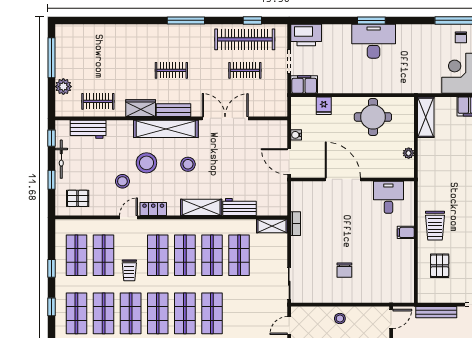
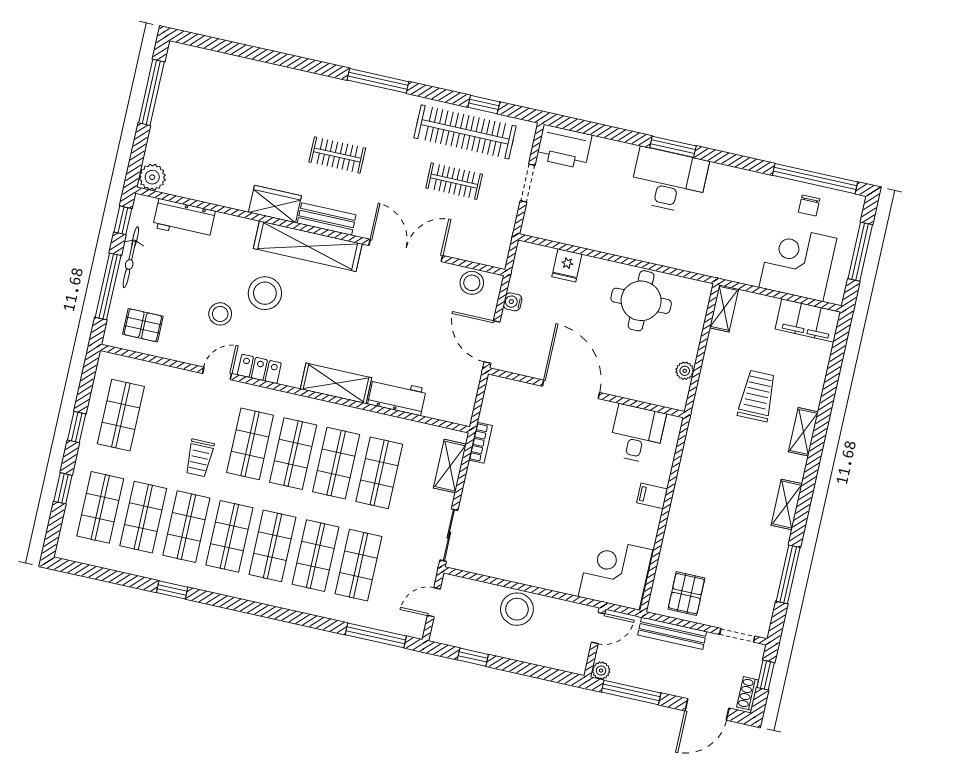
filing cabinet: (304, 85) -> (543, 225), removed
plant: (63, 87) -> (152, 177), moved
clothes rail: (98, 101) -> (209, 178), removed
shelving: (426, 117) -> (724, 308), width x0.67, depth x0.75
stool: (188, 164) -> (472, 283), moved
window: (52, 180) -> (108, 286), width x2.17
shelving: (272, 226) -> (450, 466), moved, turned 90
trolley: (435, 226) -> (757, 396), moved, turned 180
shop shelf: (104, 255) -> (359, 565), moved
pallet: (440, 266) -> (686, 594), moved
chair: (344, 270) -> (541, 534), removed
corner desk: (394, 284) -> (615, 573), added
stool: (340, 318) -> (517, 609), width x1.89, depth x1.89

